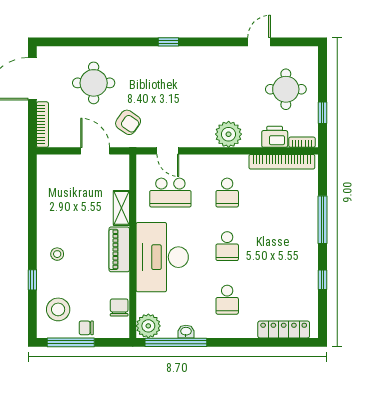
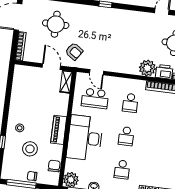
plant: (229, 134) -> (147, 68), moved
shelving: (121, 208) -> (66, 82), moved
stool: (58, 309) -> (30, 149), moved

